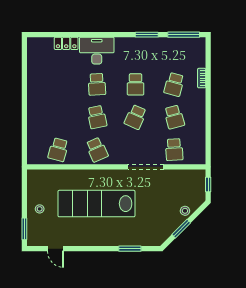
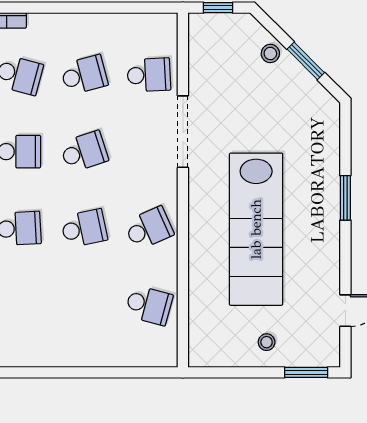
school desk: (136, 117) -> (84, 152), turned -42
window: (130, 249) -> (345, 198), moved

